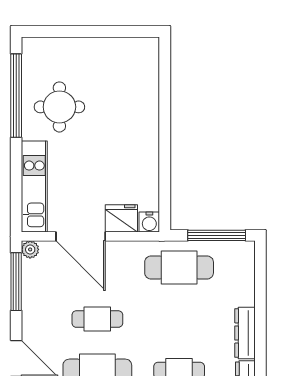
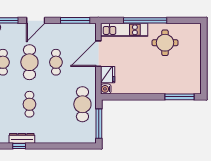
window: (165, 79) -> (179, 97), added
window: (16, 96) -> (145, 20), moved
plant: (30, 249) -> (92, 28), removed
dresser: (245, 333) -> (49, 138), removed

